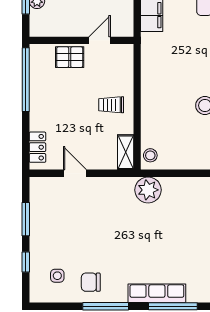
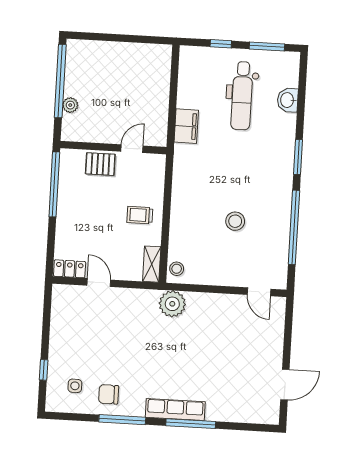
locker: (37, 147) -> (70, 269), moved, turned -90
window: (26, 219) -> (46, 326), removed

